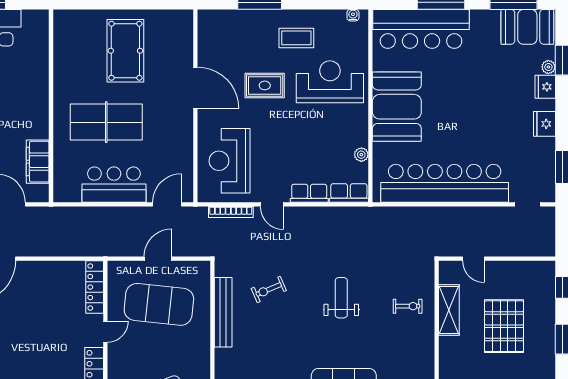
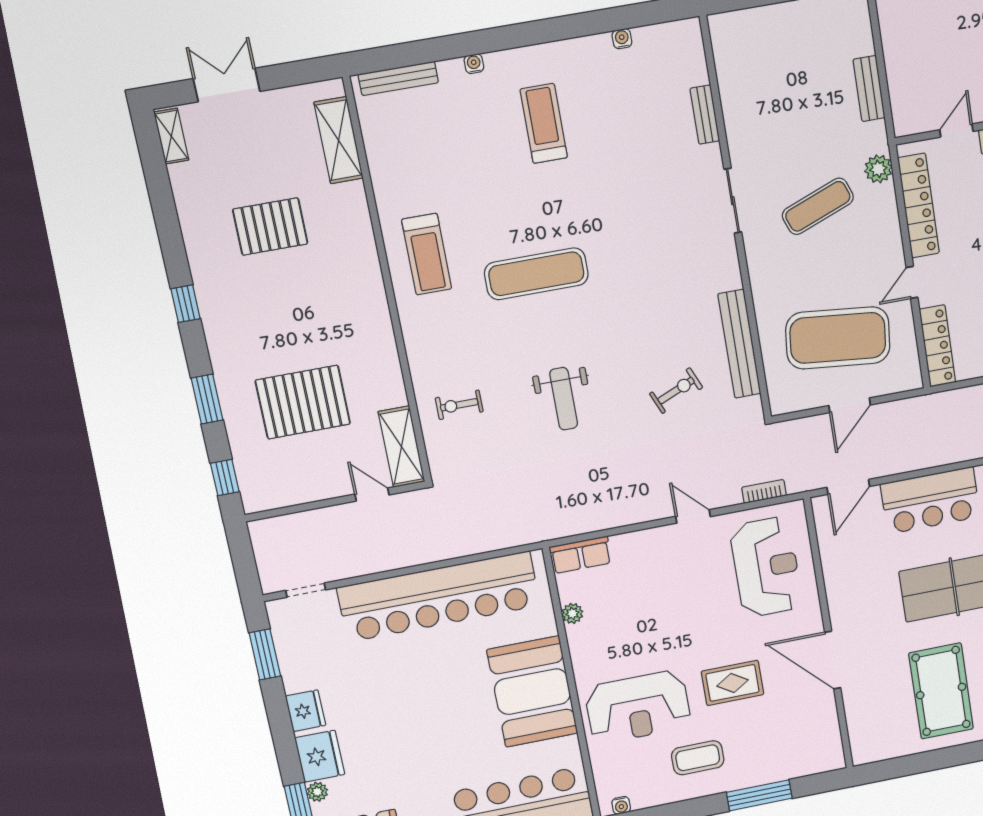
fridge: (545, 87) -> (320, 756), width x1.36, depth x1.34
row of seats: (309, 193) -> (640, 543), removed
bookcase: (231, 212) -> (764, 491), width x0.64
shelving: (449, 310) -> (401, 447), moved
pallet: (504, 326) -> (303, 402), turned 90

